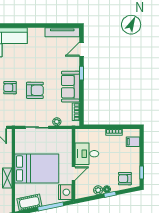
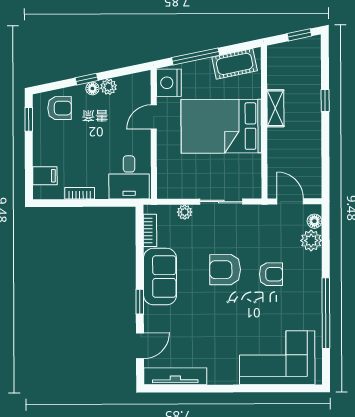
desk: (87, 154) -> (129, 177), moved, turned 90

